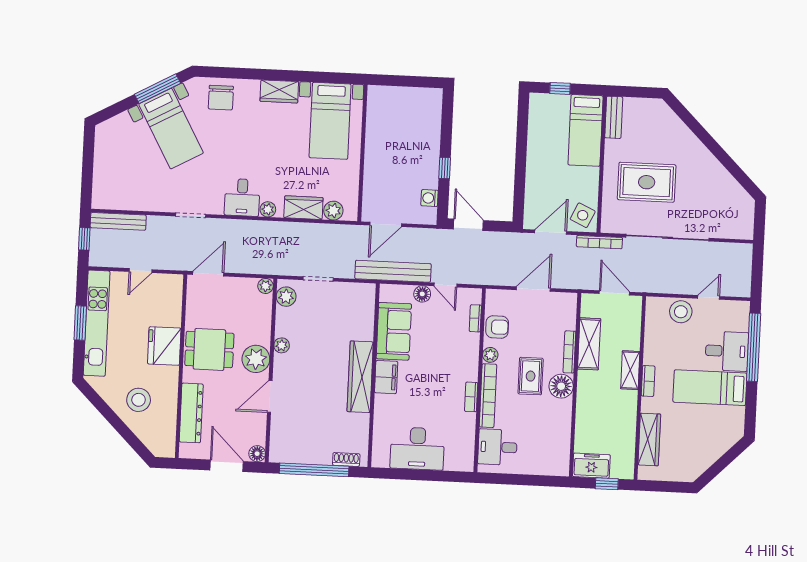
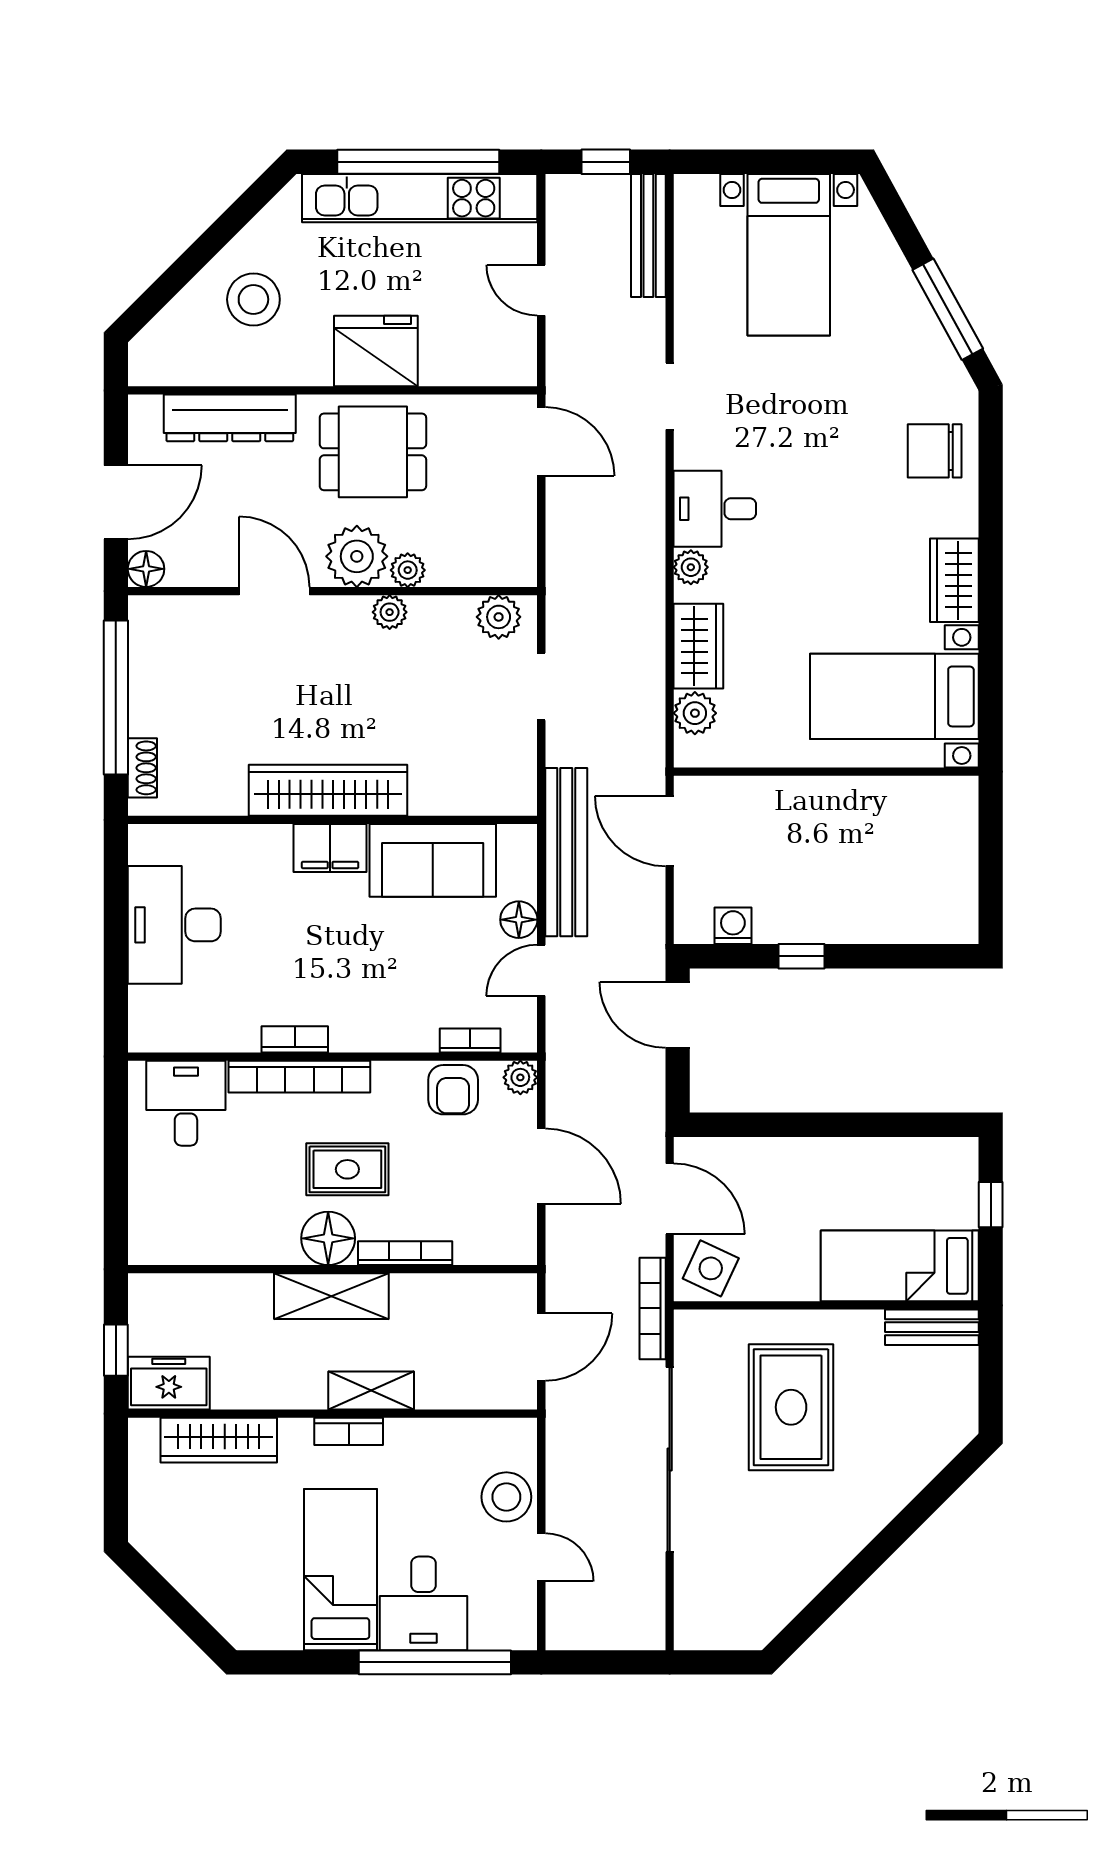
bed with nightstands: (171, 129) -> (789, 255), moved, turned -61
door: (468, 225) -> (678, 1015), swing flipped
plant: (266, 286) -> (408, 570), moved
window: (80, 323) -> (418, 162), width x2.11
shelving: (589, 344) -> (331, 1296), moved
dining table: (209, 349) -> (373, 452), turned 90
plant: (490, 355) -> (520, 1077), moved
freezer: (591, 466) -> (169, 1383), moved, turned -90

